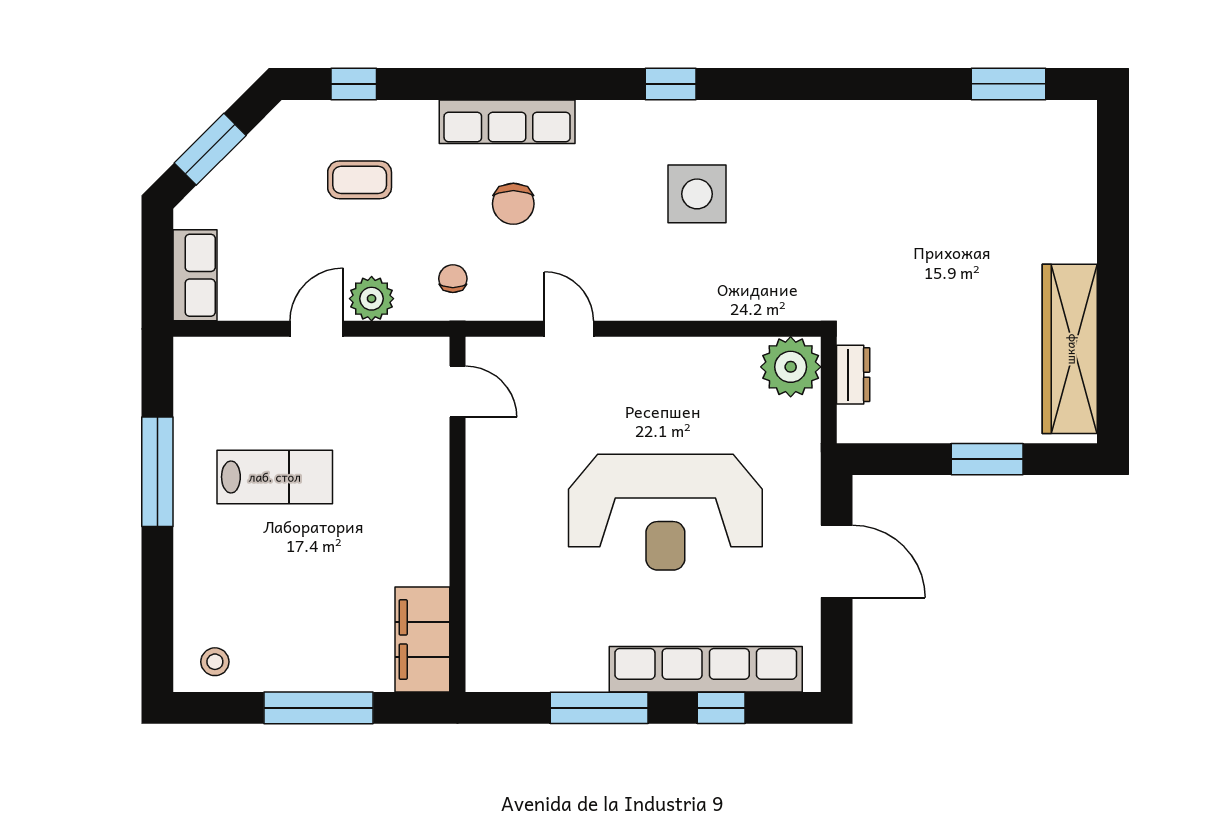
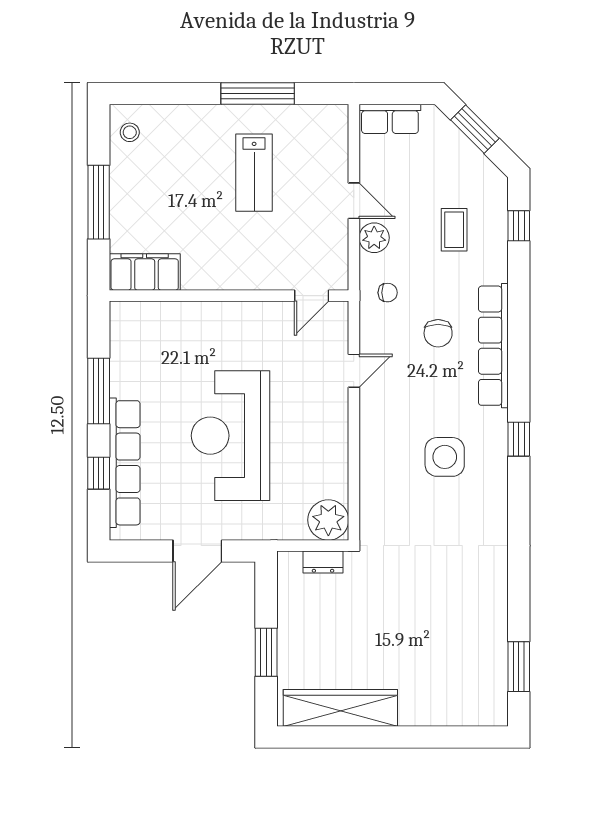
row of seats: (507, 122) -> (493, 346), width x1.36
chair: (513, 204) -> (438, 333), turned -90

